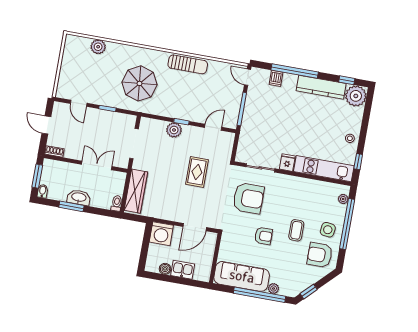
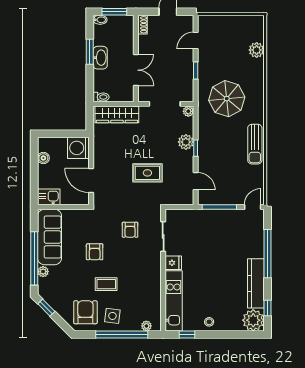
dishwasher: (276, 78) -> (257, 236), removed
plant: (145, 122) -> (188, 111), added
armchair: (248, 198) -> (130, 230), width x0.53, depth x0.53
kitchen sink: (183, 270) -> (49, 197), moved, turned -90

